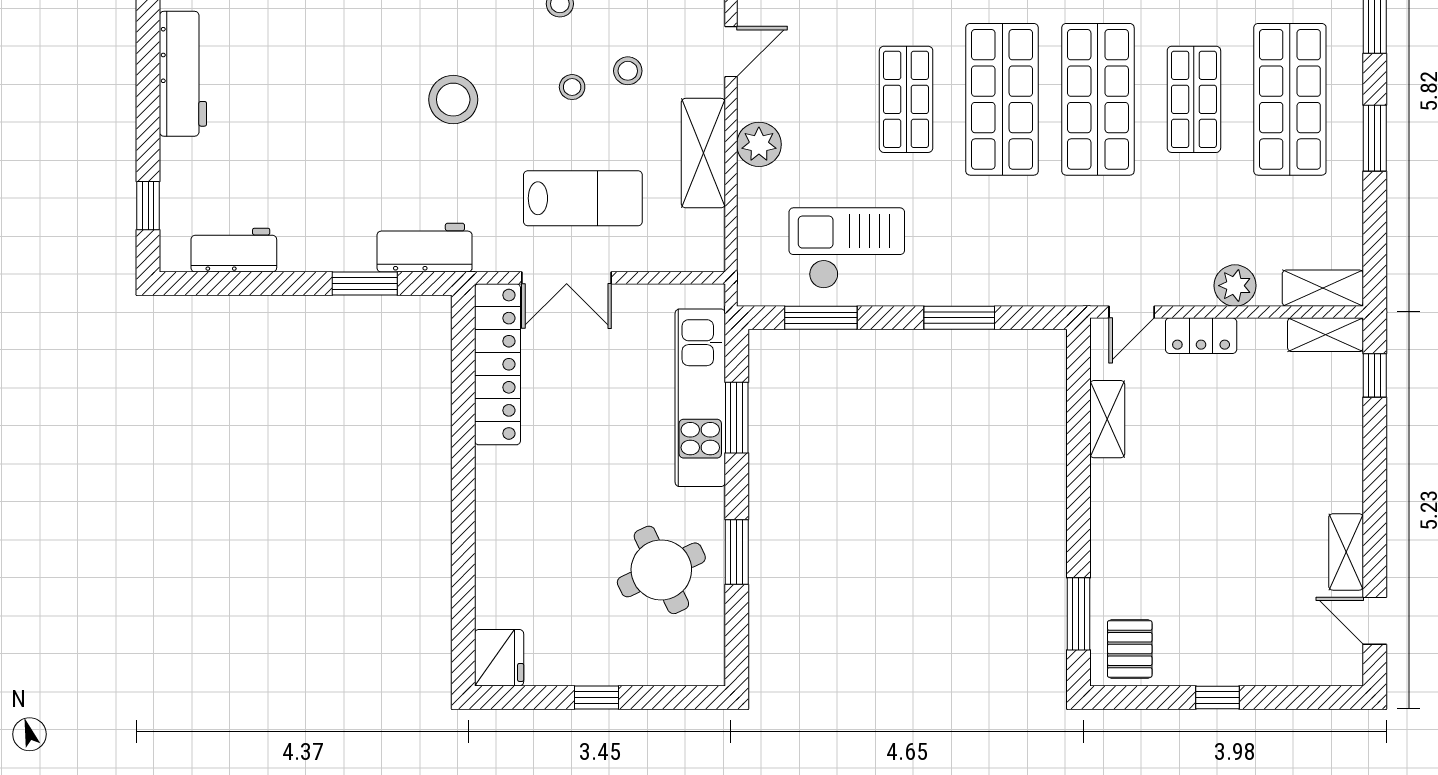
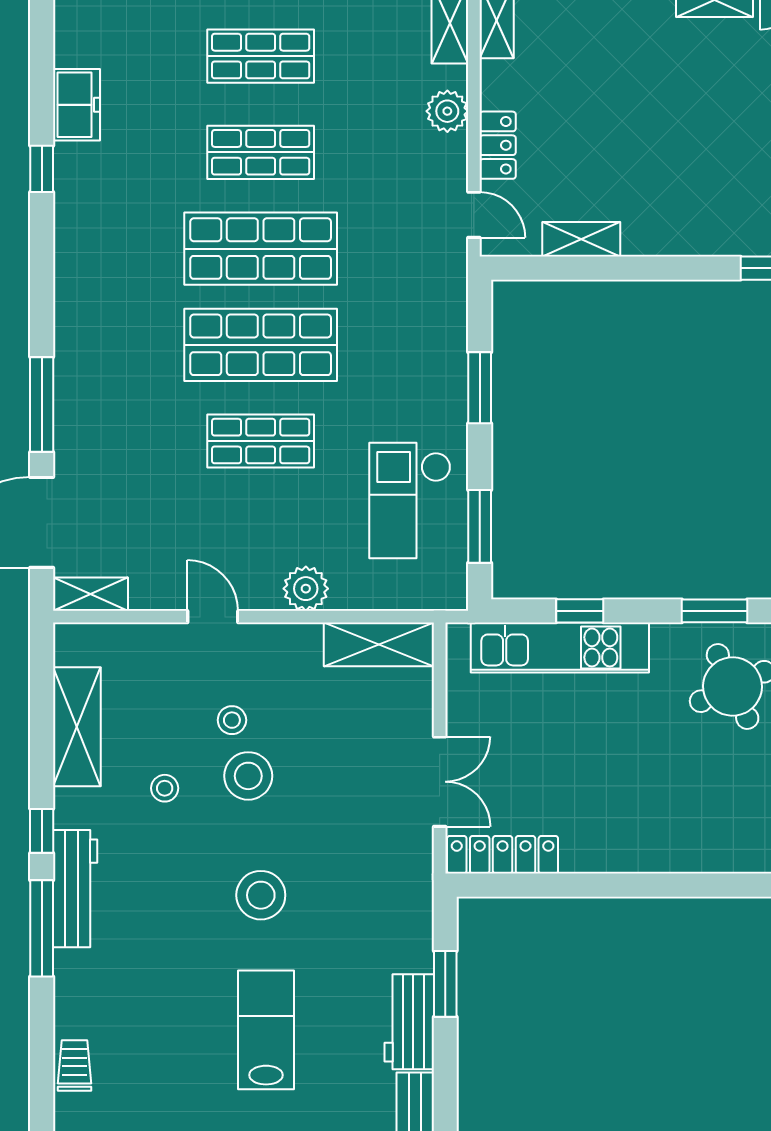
stool: (572, 87) -> (248, 776), width x1.89, depth x1.89
shop shelf: (1290, 99) -> (261, 56), width x0.70, depth x0.74
shelving: (703, 153) -> (379, 644), moved
lab bench: (583, 198) -> (266, 1030), moved
workbench: (425, 248) -> (409, 1022), moved
locker: (497, 364) -> (503, 855), width x0.71, depth x0.83
window: (737, 418) -> (580, 611), width x0.67

